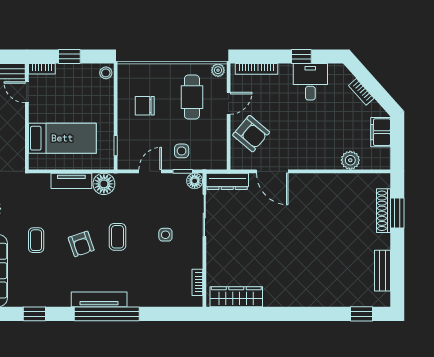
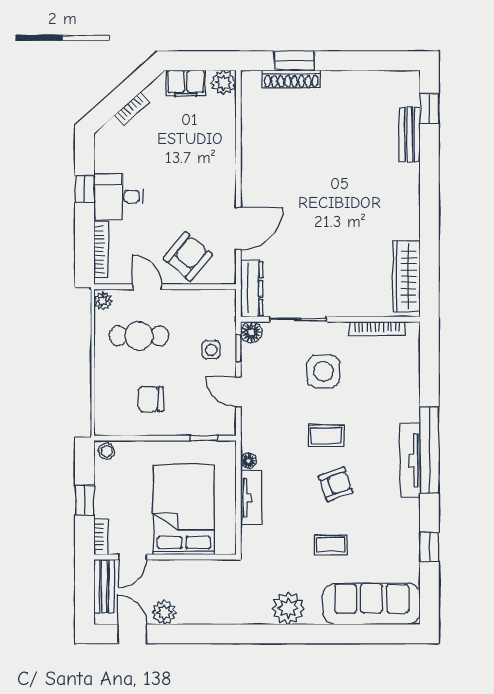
desk: (310, 82) -> (118, 197), moved
chair: (145, 106) -> (151, 399), turned 90
bed: (62, 138) -> (184, 510), width x1.50
plant: (350, 160) -> (223, 83), moved
floor lamp: (104, 184) -> (248, 461), width x0.53, depth x0.53
side table: (165, 235) -> (323, 371), width x1.87, depth x1.87
bench: (383, 271) -> (410, 134), moved, turned 90
bookcase: (197, 282) -> (377, 329), width x1.56

